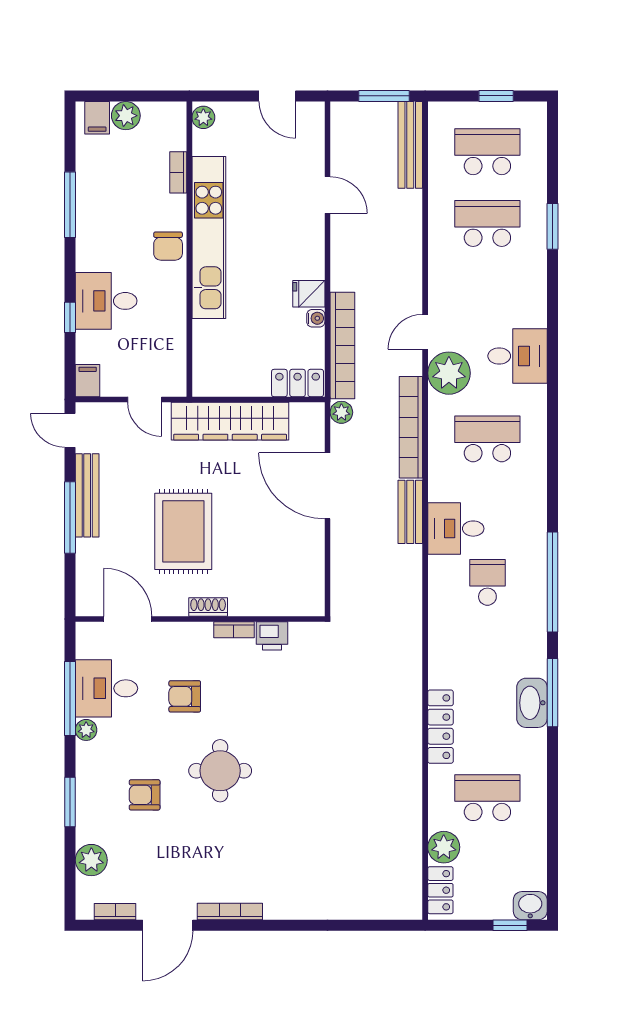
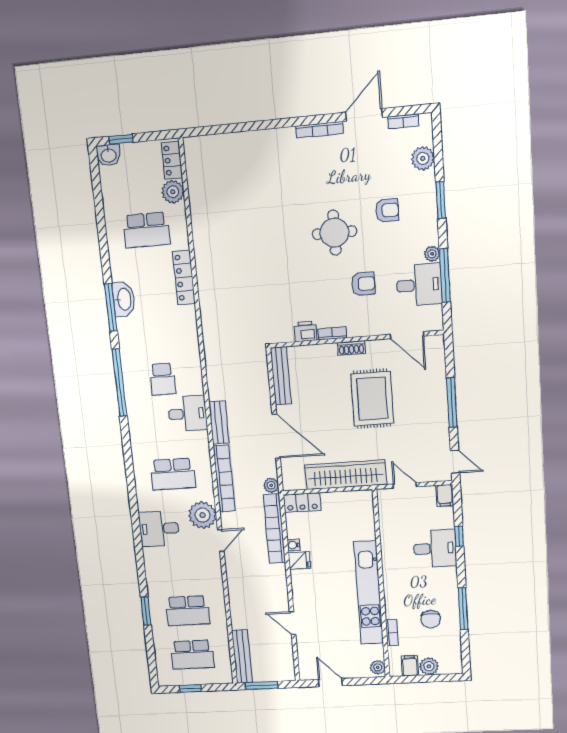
filing cabinet: (97, 118) -> (410, 666), moved
chair: (168, 246) -> (431, 619), moved, turned 180
bench: (87, 495) -> (281, 376), moved

